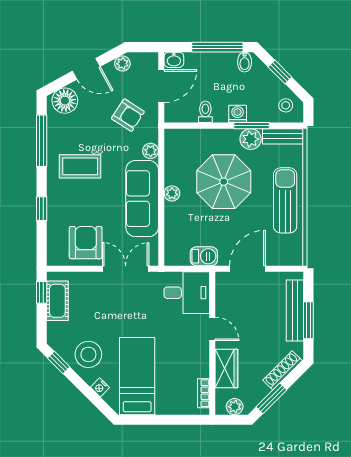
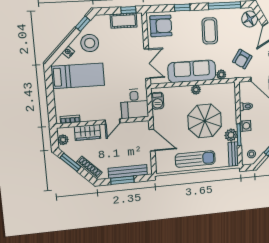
armchair: (86, 243) -> (161, 26), moved
barbecue: (204, 256) -> (157, 101), moved

